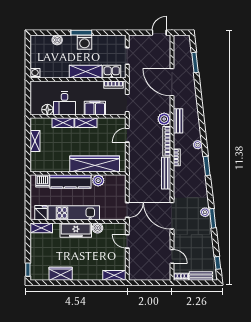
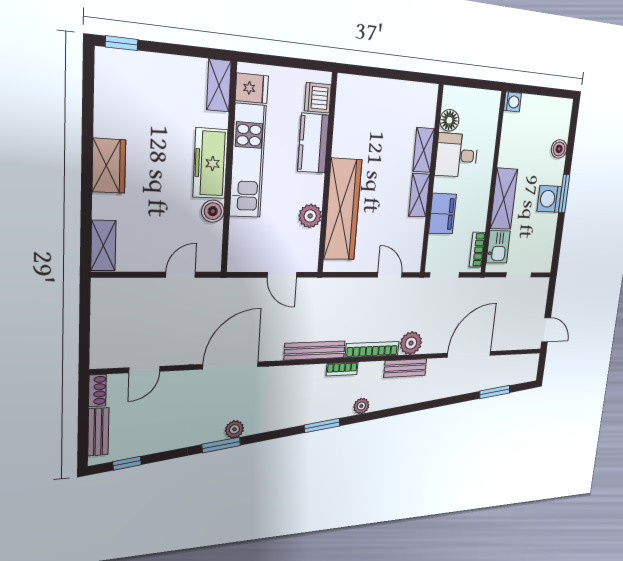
shelving: (35, 141) -> (396, 89), removed
kitchen counter: (70, 182) -> (313, 143), width x0.67
door: (127, 210) -> (282, 275), moved
wardrobe: (61, 274) -> (109, 166), moved

